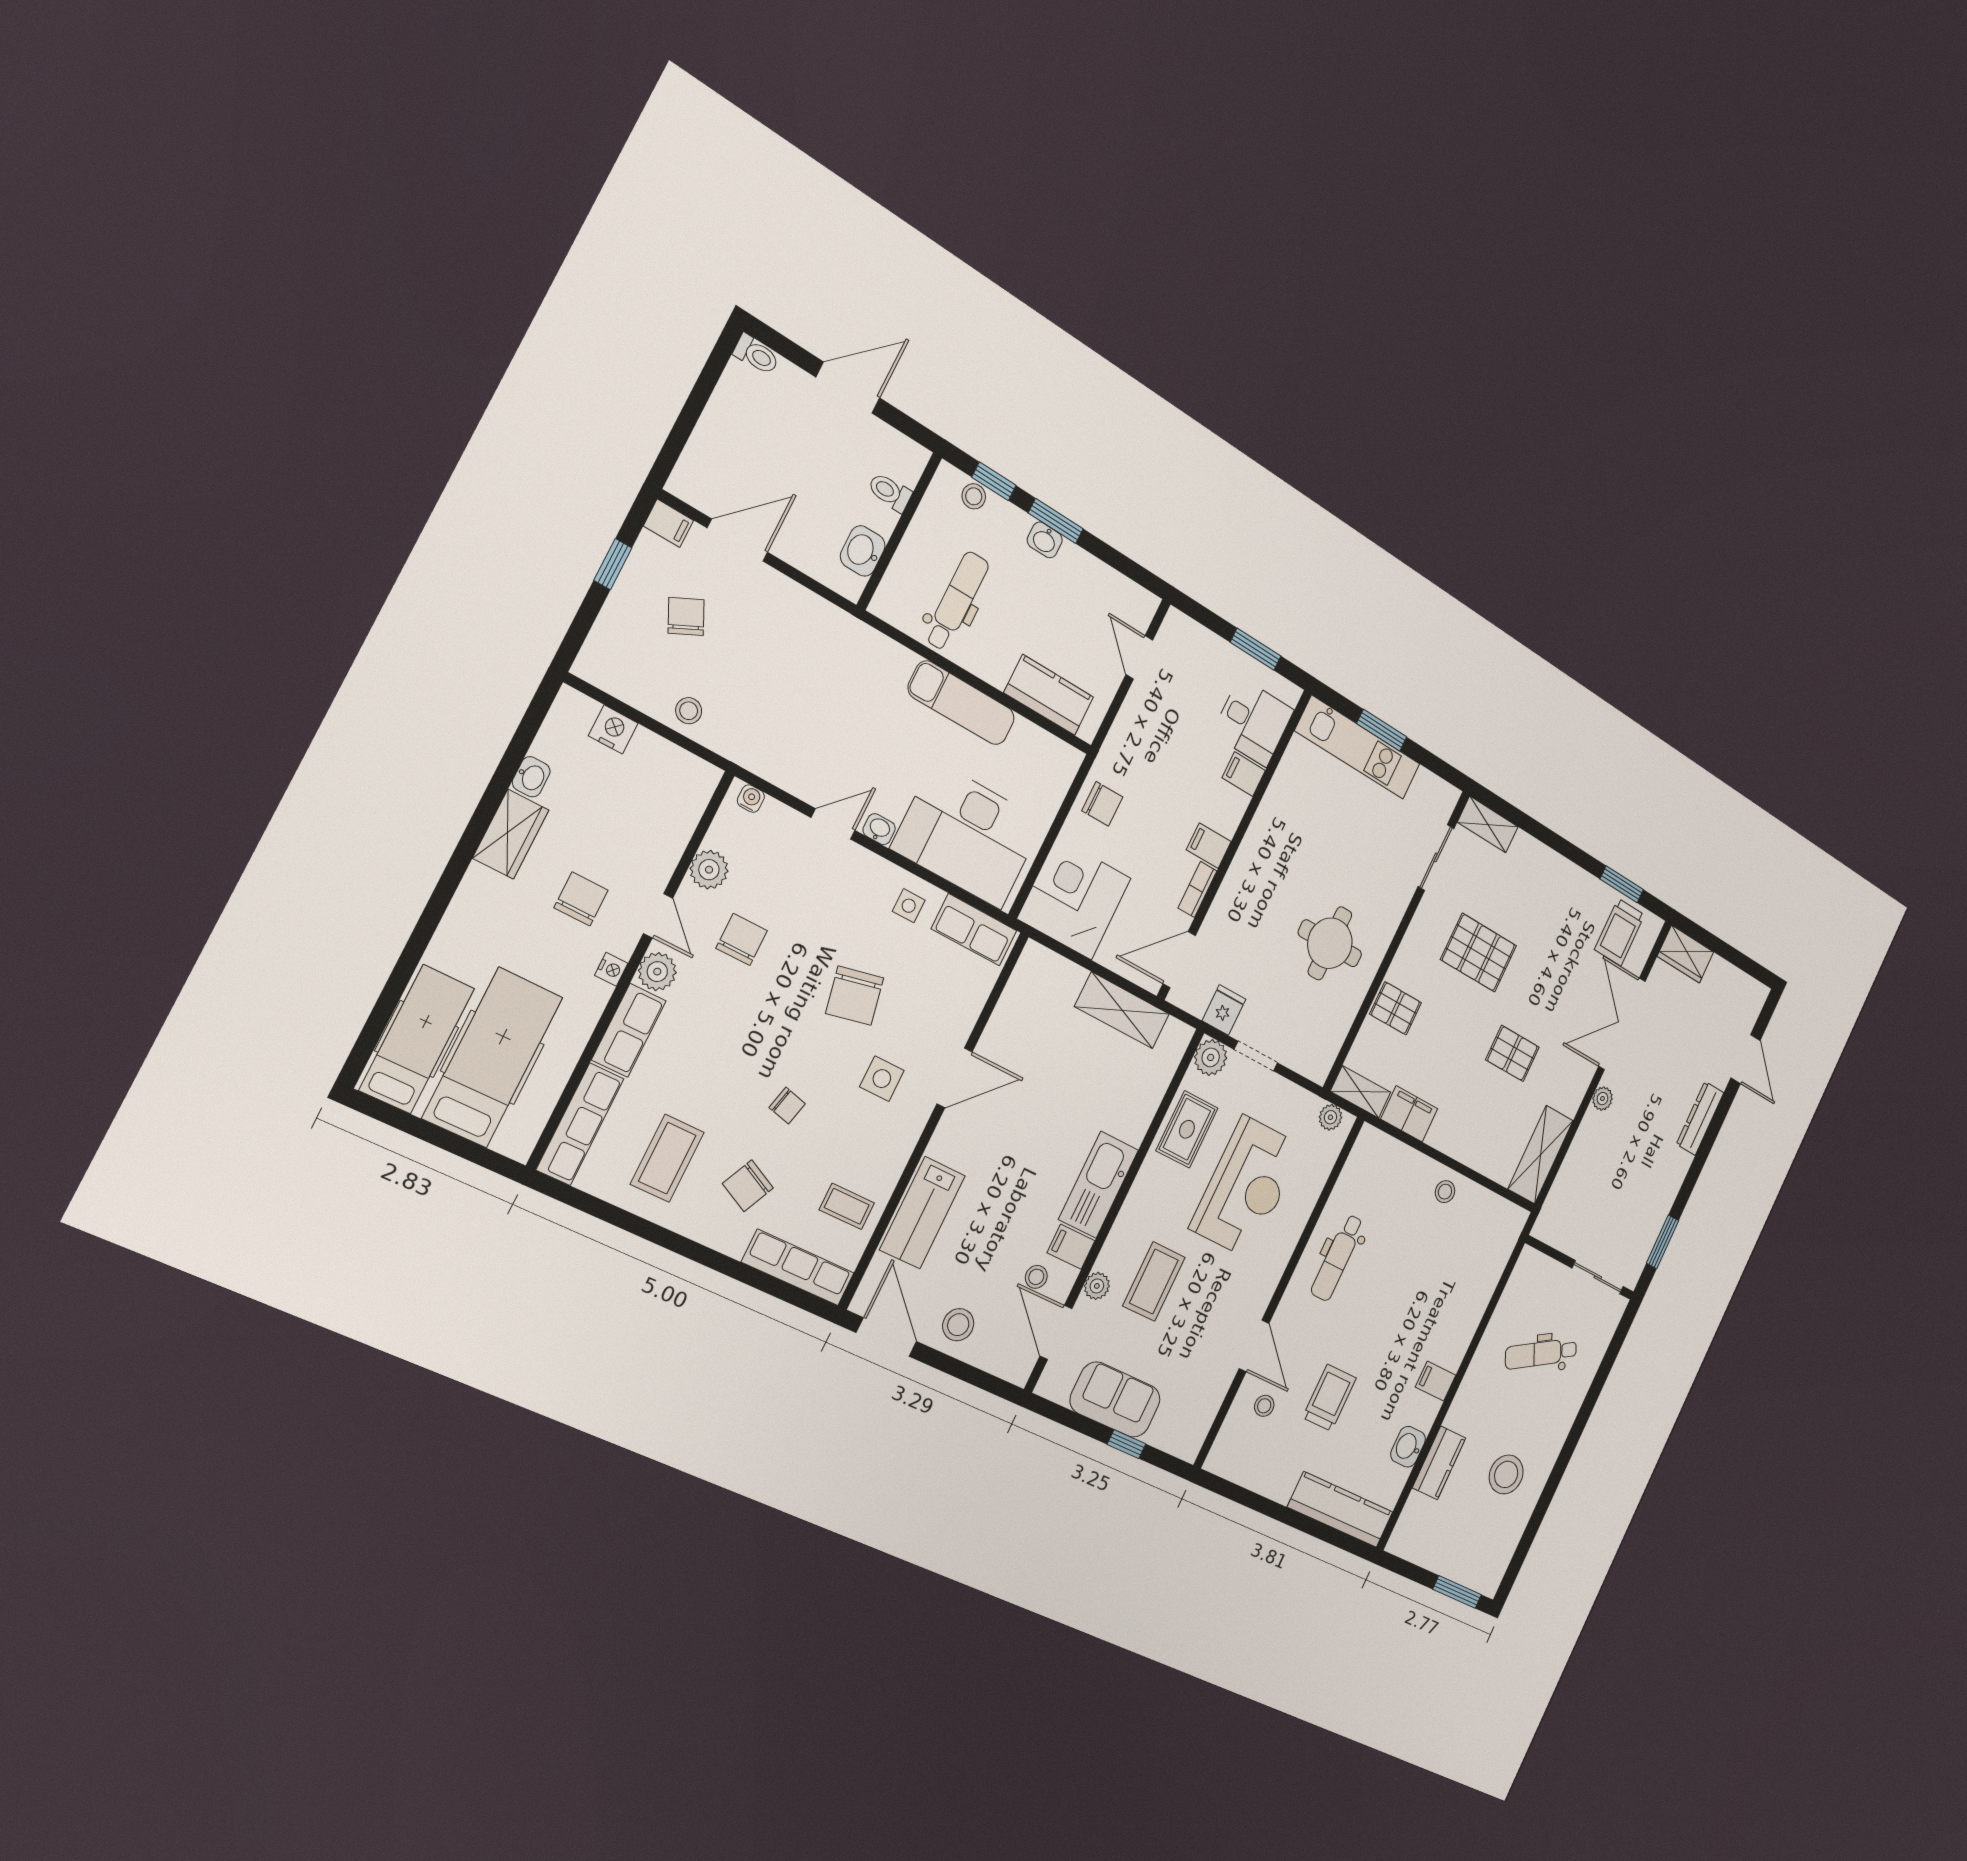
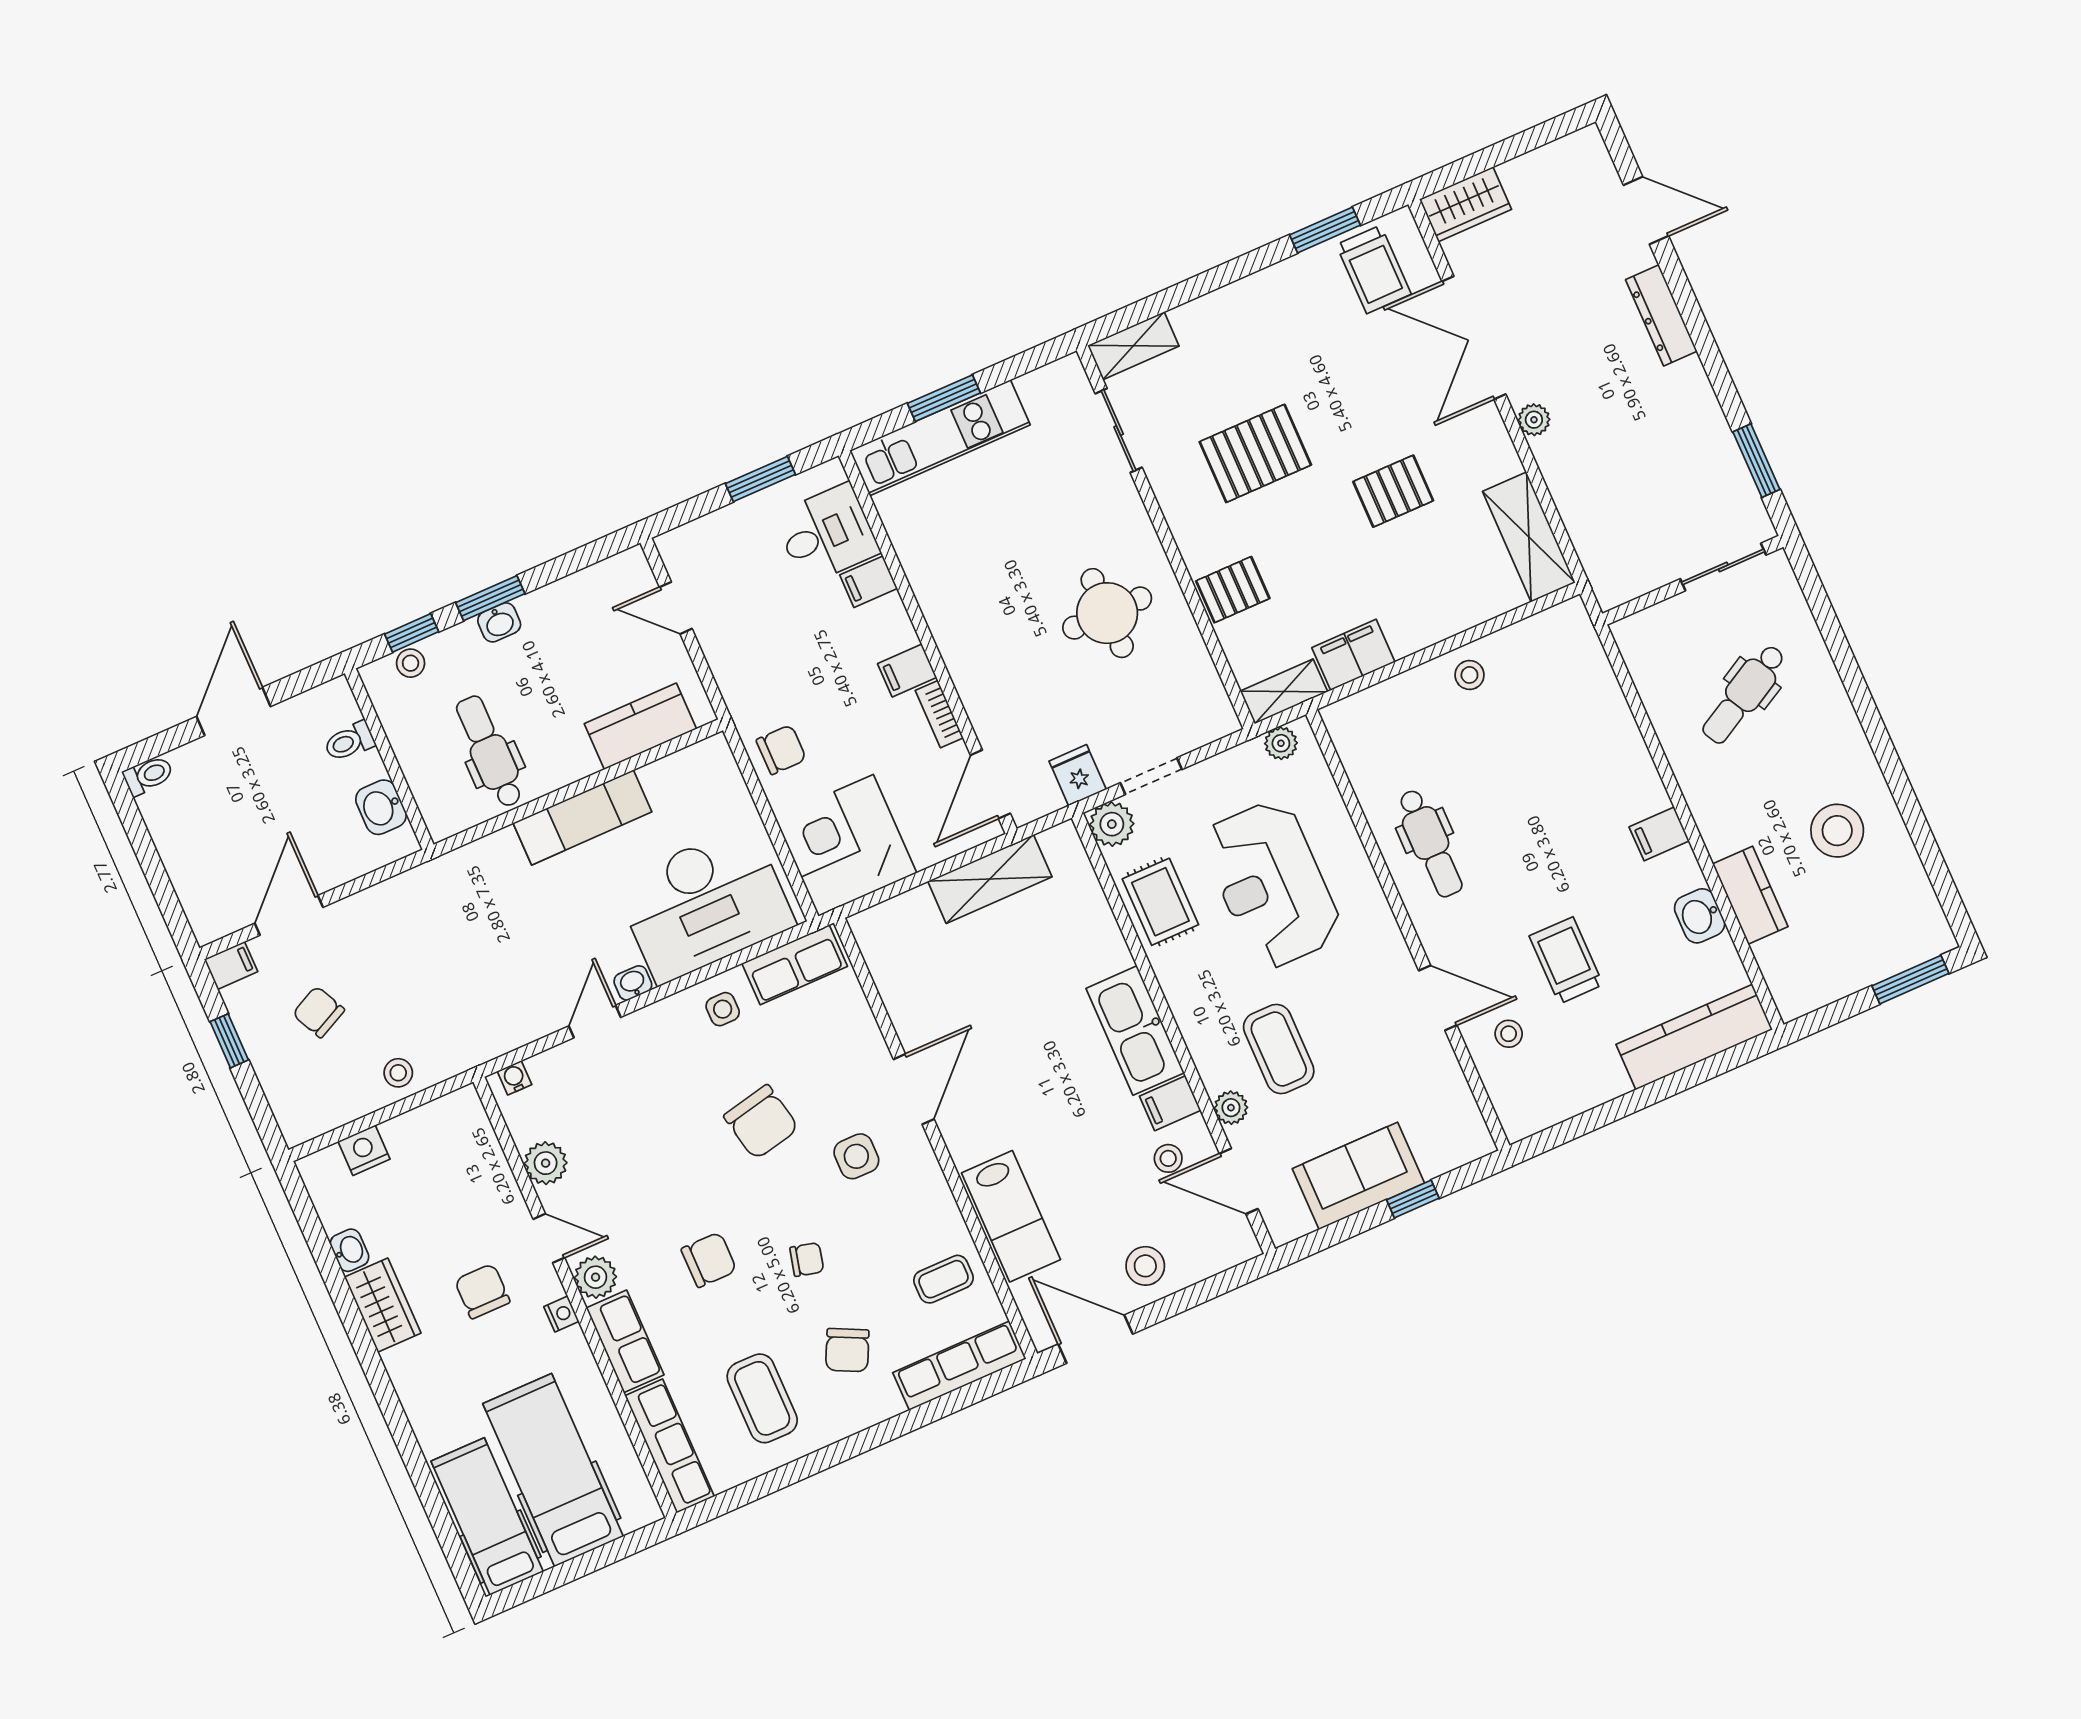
chair: (742, 939) -> (709, 1260), moved, turned 90
reception desk: (1246, 1187) -> (1272, 884), turned 180

